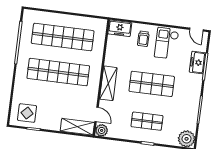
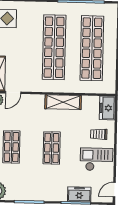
shelving: (108, 83) -> (63, 102), moved
shop shelf: (152, 84) -> (52, 148), width x0.70, depth x0.74

